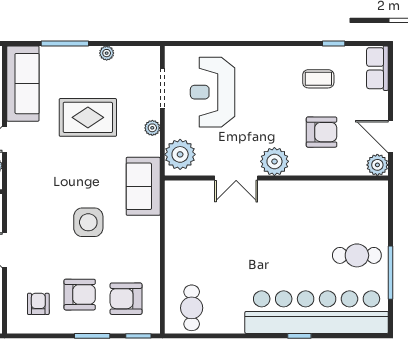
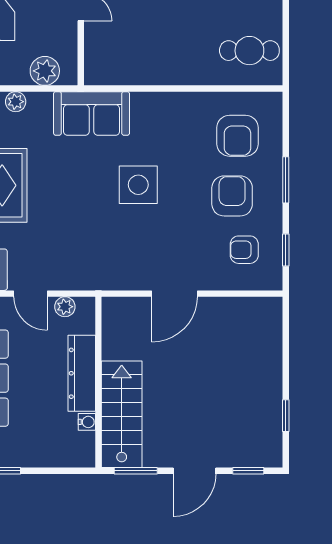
plant: (180, 154) -> (45, 71), width x0.73, depth x0.73
window: (138, 336) -> (286, 250), moved

